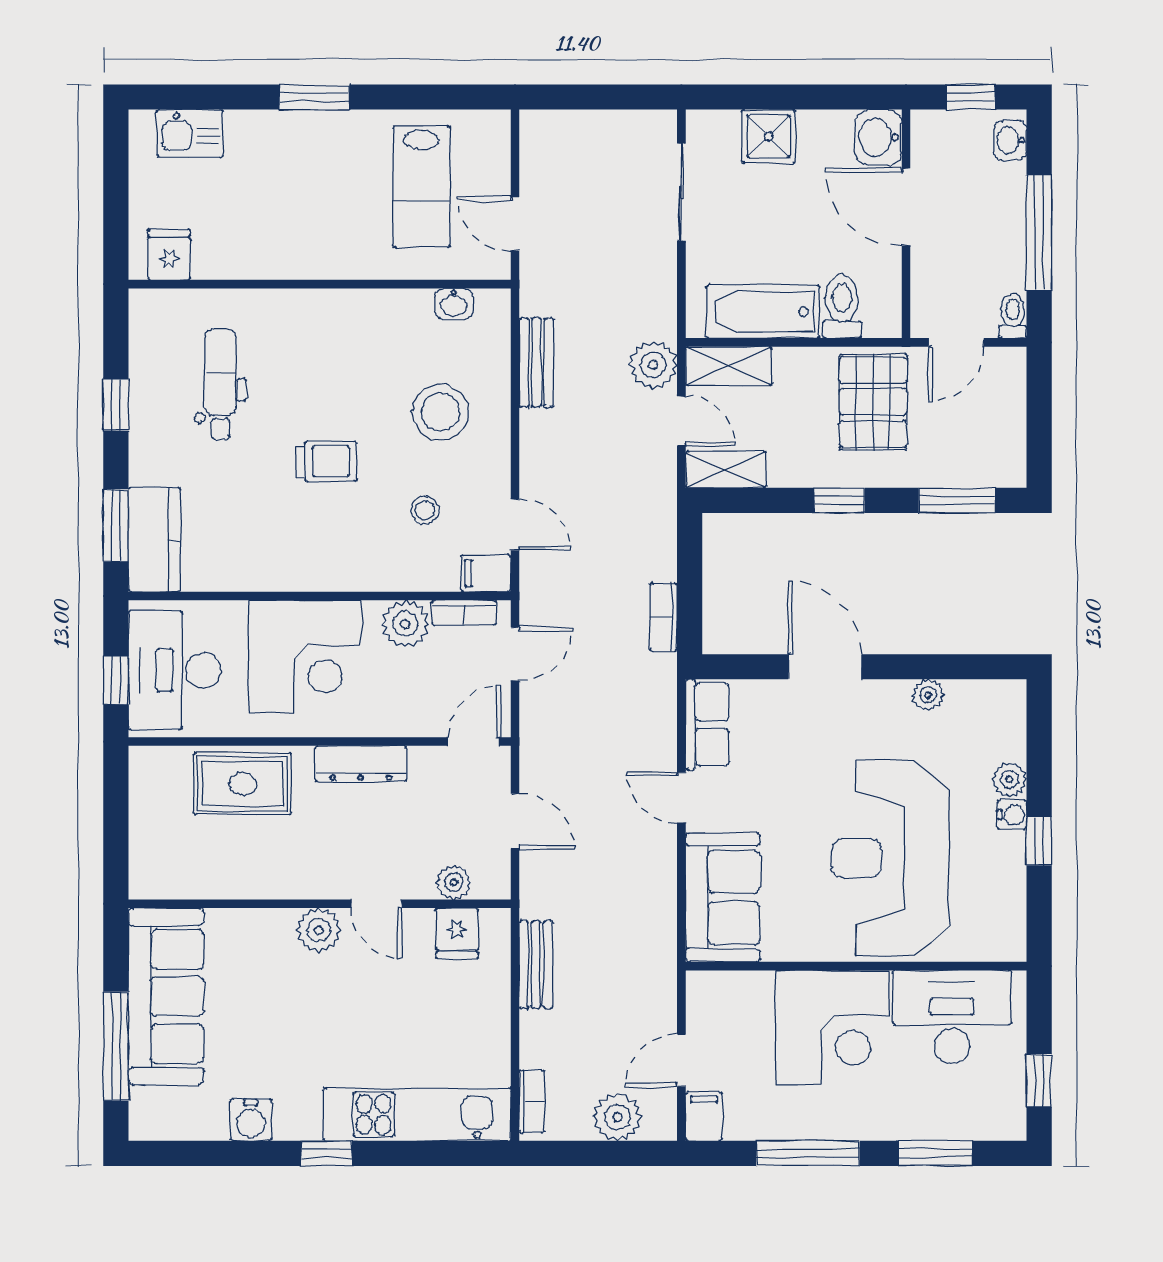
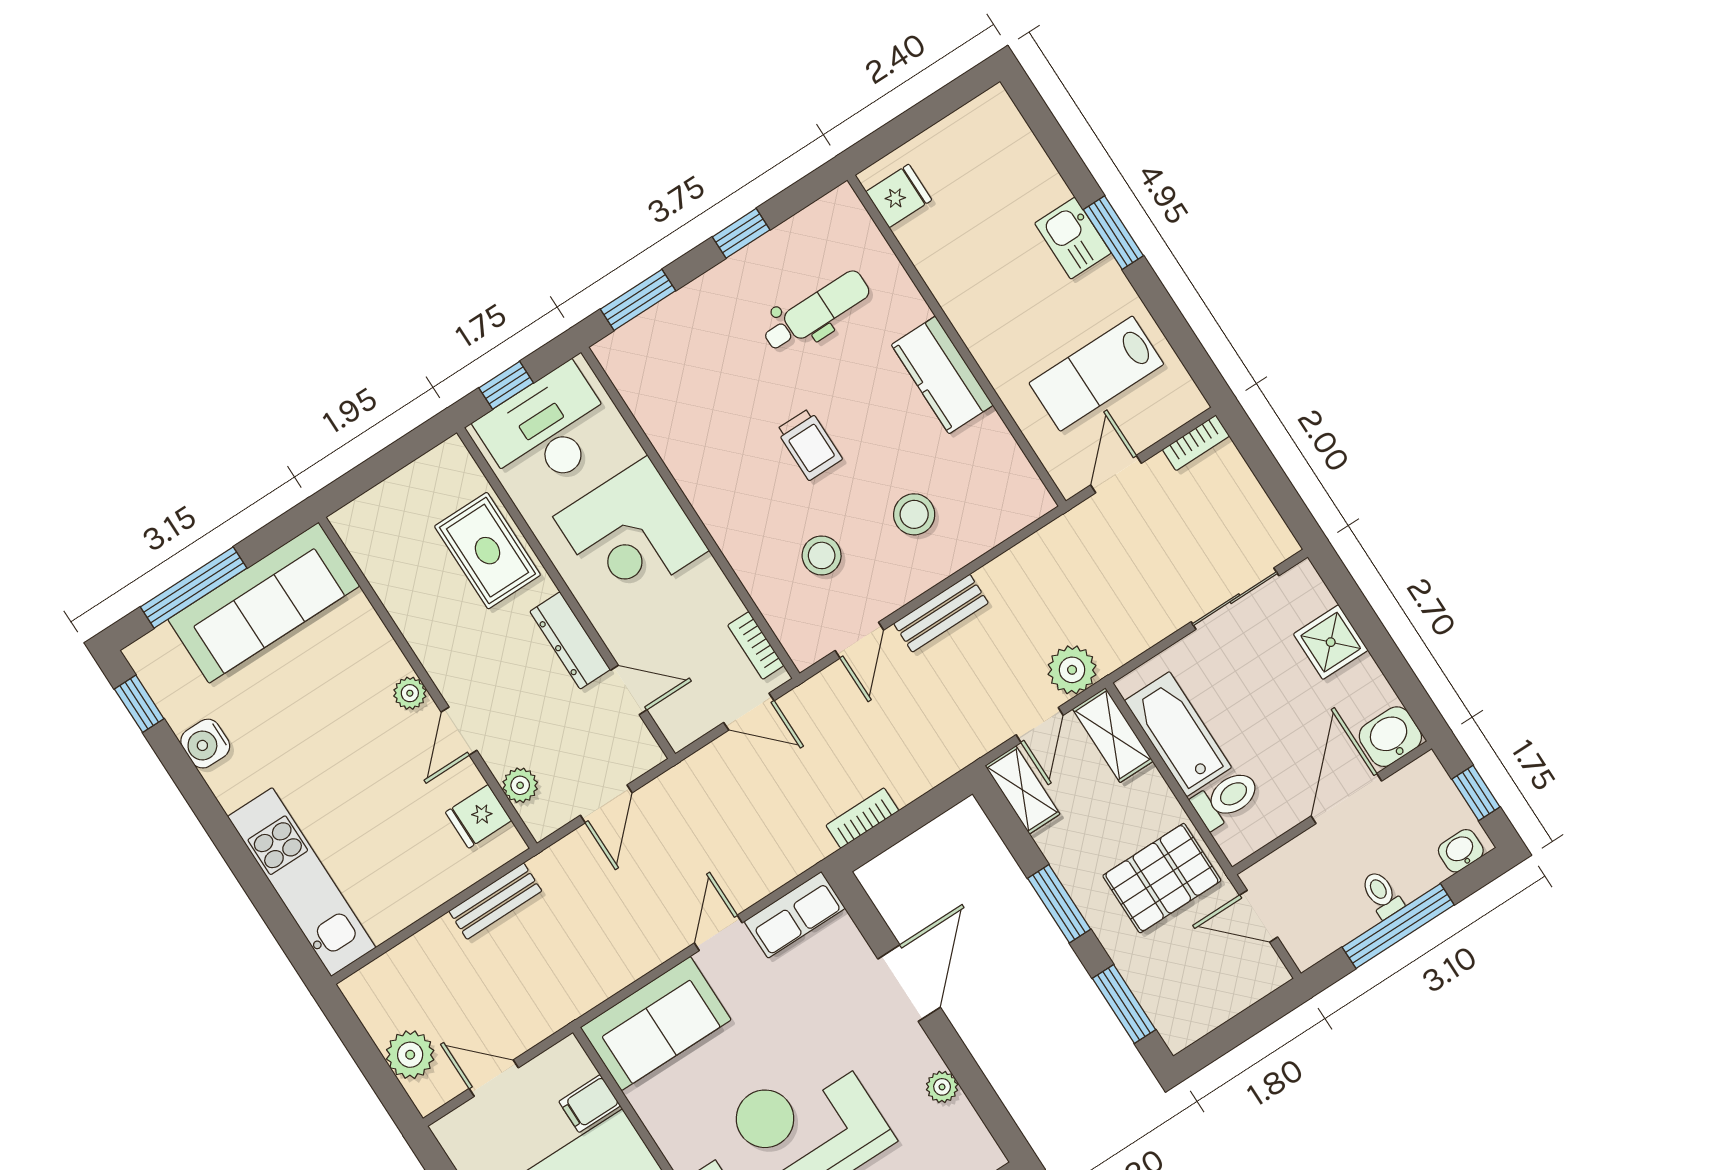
kitchen sink: (190, 133) -> (1073, 238), moved
washbasin: (454, 304) -> (1014, 466), removed
toilet: (1013, 316) -> (1382, 894), moved, turned -90
bench: (536, 362) -> (941, 613), moved
stool: (440, 412) -> (914, 514), width x0.73, depth x0.73
window: (839, 500) -> (1059, 904), width x1.50
stool: (425, 510) -> (822, 555), width x1.37, depth x1.37
kitchen counter: (154, 540) -> (942, 375), moved, turned 90
filing cabinet: (486, 573) -> (802, 642), removed
plant: (405, 624) -> (714, 601), removed
door: (474, 742) -> (629, 690), moved
plant: (319, 930) -> (410, 693), width x0.73, depth x0.73
bookcase: (532, 1102) -> (1196, 443), moved
filing cabinet: (704, 1116) -> (590, 1104), moved, turned 180
window: (327, 1153) -> (139, 704), moved

